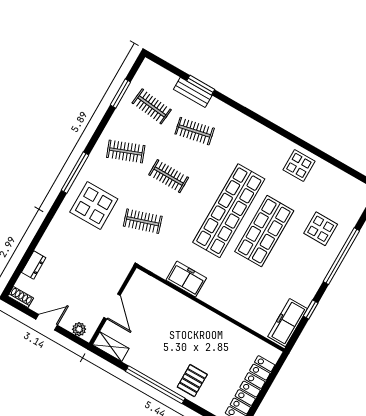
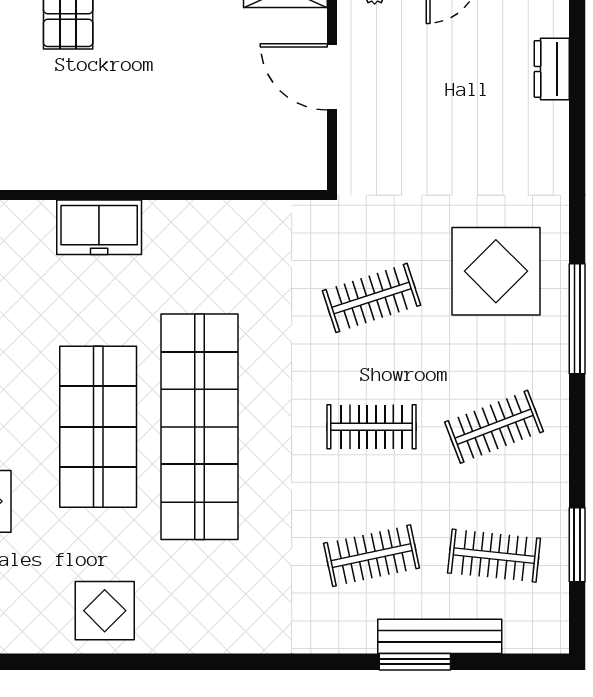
bench: (193, 92) -> (440, 636), width x1.36
freezer: (186, 279) -> (99, 227), moved

